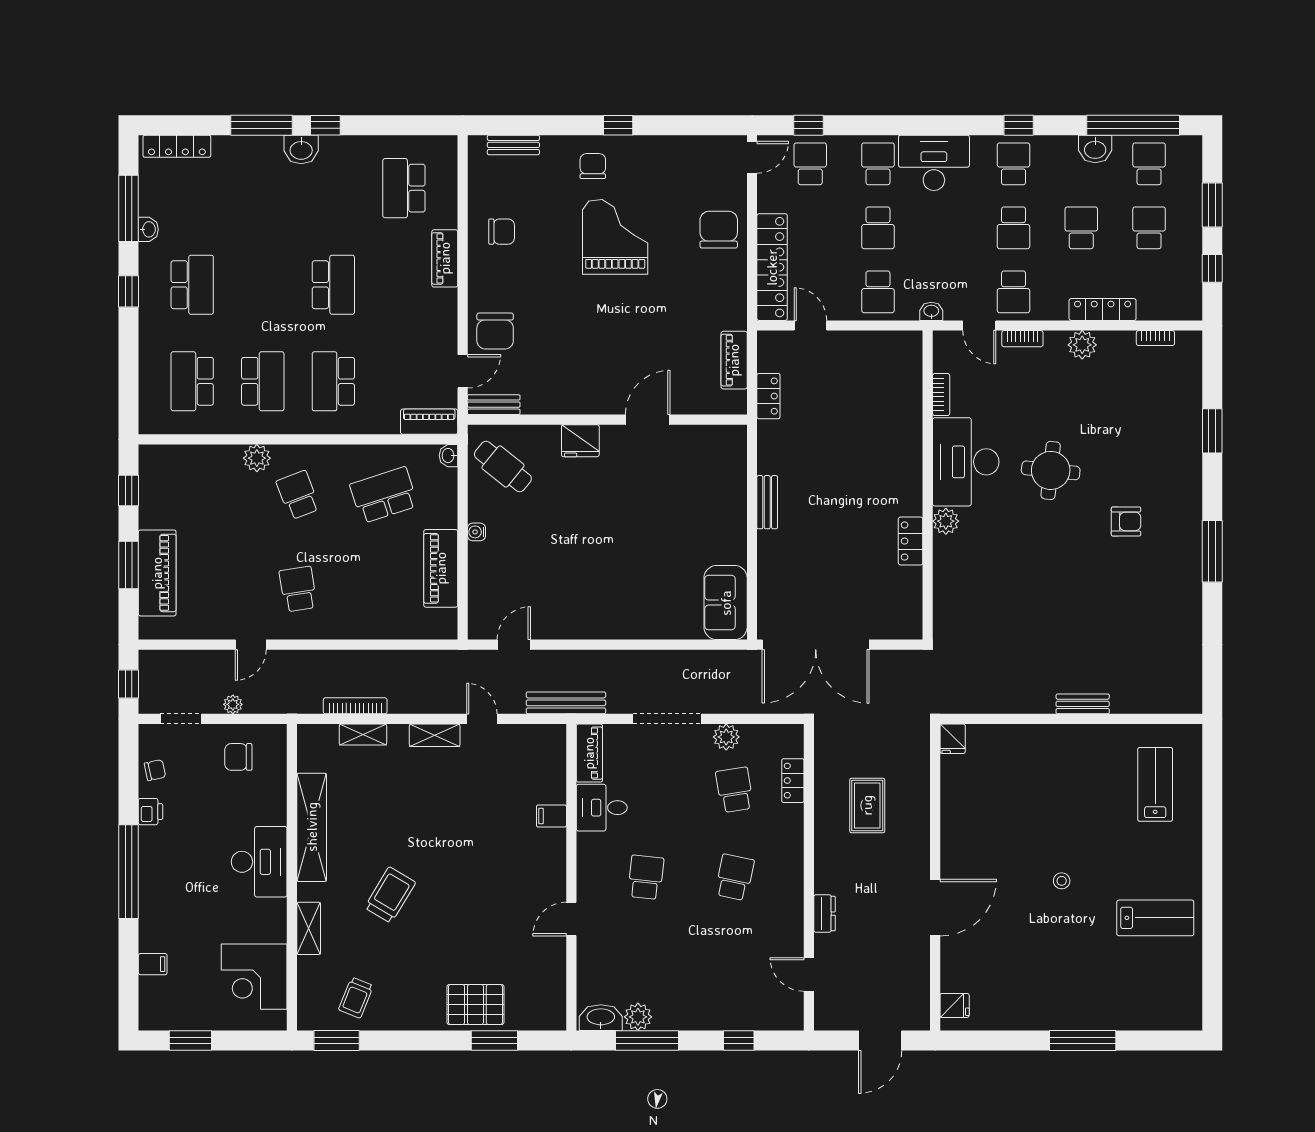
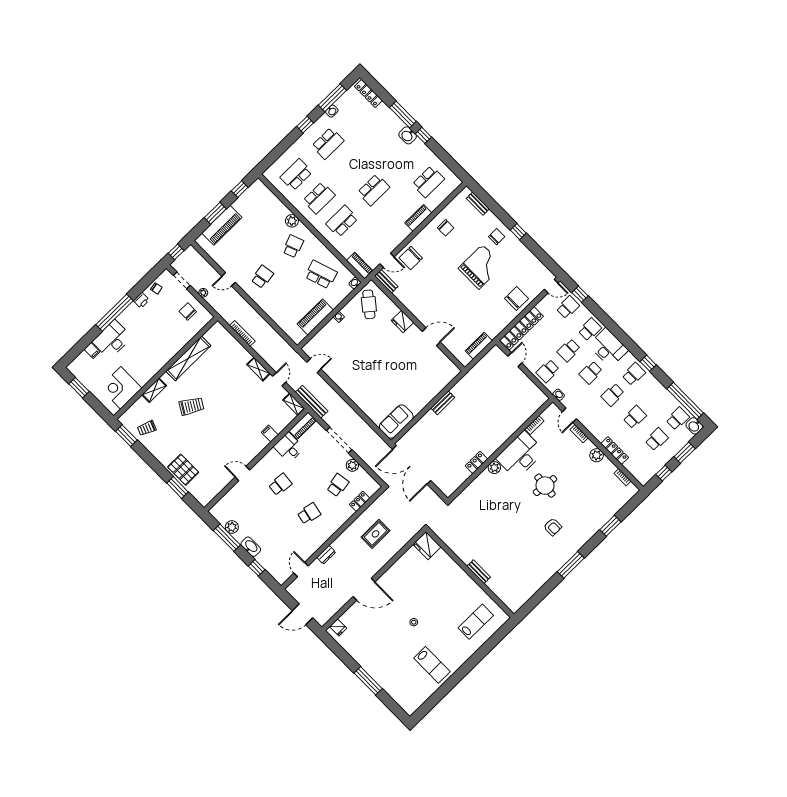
washbasin: (1095, 149) -> (694, 426), moved
school desk: (404, 188) -> (428, 182), turned 180
school desk: (1014, 292) -> (591, 373), moved
locker: (768, 396) -> (478, 369), removed
shelving: (363, 734) -> (294, 404), moved
fridge: (953, 739) -> (427, 546), width x1.88, depth x1.34
desk: (259, 862) -> (112, 339), moved, turned 180
washbasin: (601, 1018) -> (251, 547), moved

